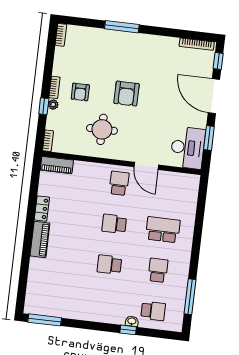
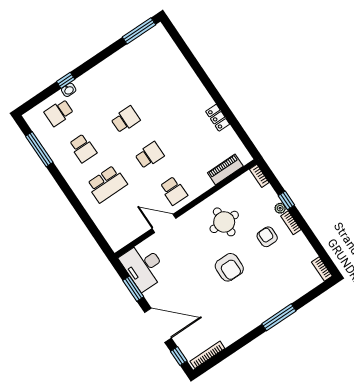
armchair: (127, 94) -> (229, 267), turned 180
piano: (57, 165) -> (225, 169), moved
piano: (40, 240) -> (198, 92), removed

